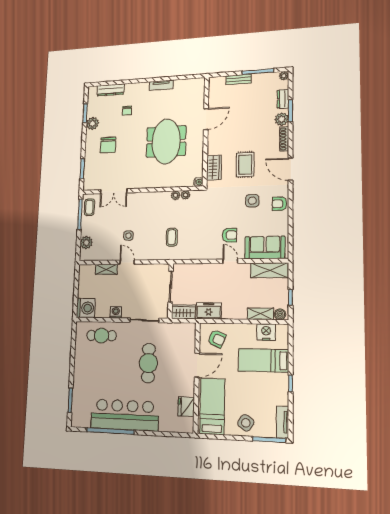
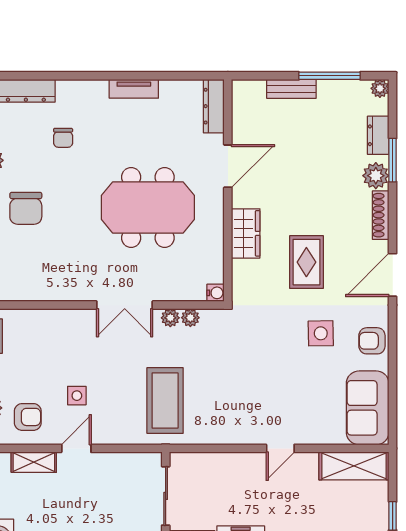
dresser: (200, 91) -> (214, 106), added
meeting table: (166, 141) -> (148, 207), turned 90
wardrobe: (214, 168) -> (246, 233), moved
door: (291, 169) -> (393, 275), hinge flipped
double door: (114, 191) -> (125, 305), moved
armchair: (229, 235) -> (28, 417), moved
coffee table: (172, 237) -> (165, 401), width x1.86, depth x1.72
sofa: (265, 248) -> (368, 408), moved, turned -90
door: (230, 261) -> (280, 448), swing flipped
door: (127, 262) -> (76, 448), hinge flipped

